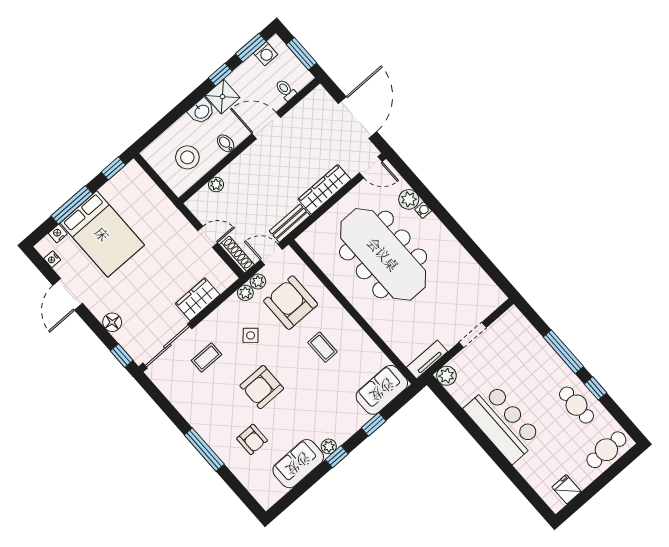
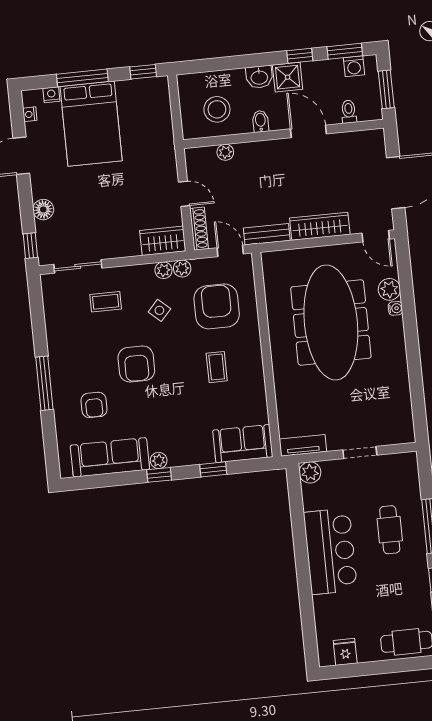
plant: (258, 282) -> (163, 270), moved
wardrobe: (198, 299) -> (163, 241), moved
sliding door: (167, 346) -> (78, 266), width x0.73
armchair: (262, 387) -> (136, 364), turned -90
cafe table: (576, 405) -> (390, 530), moved
sofa: (298, 464) -> (110, 457), width x1.36

